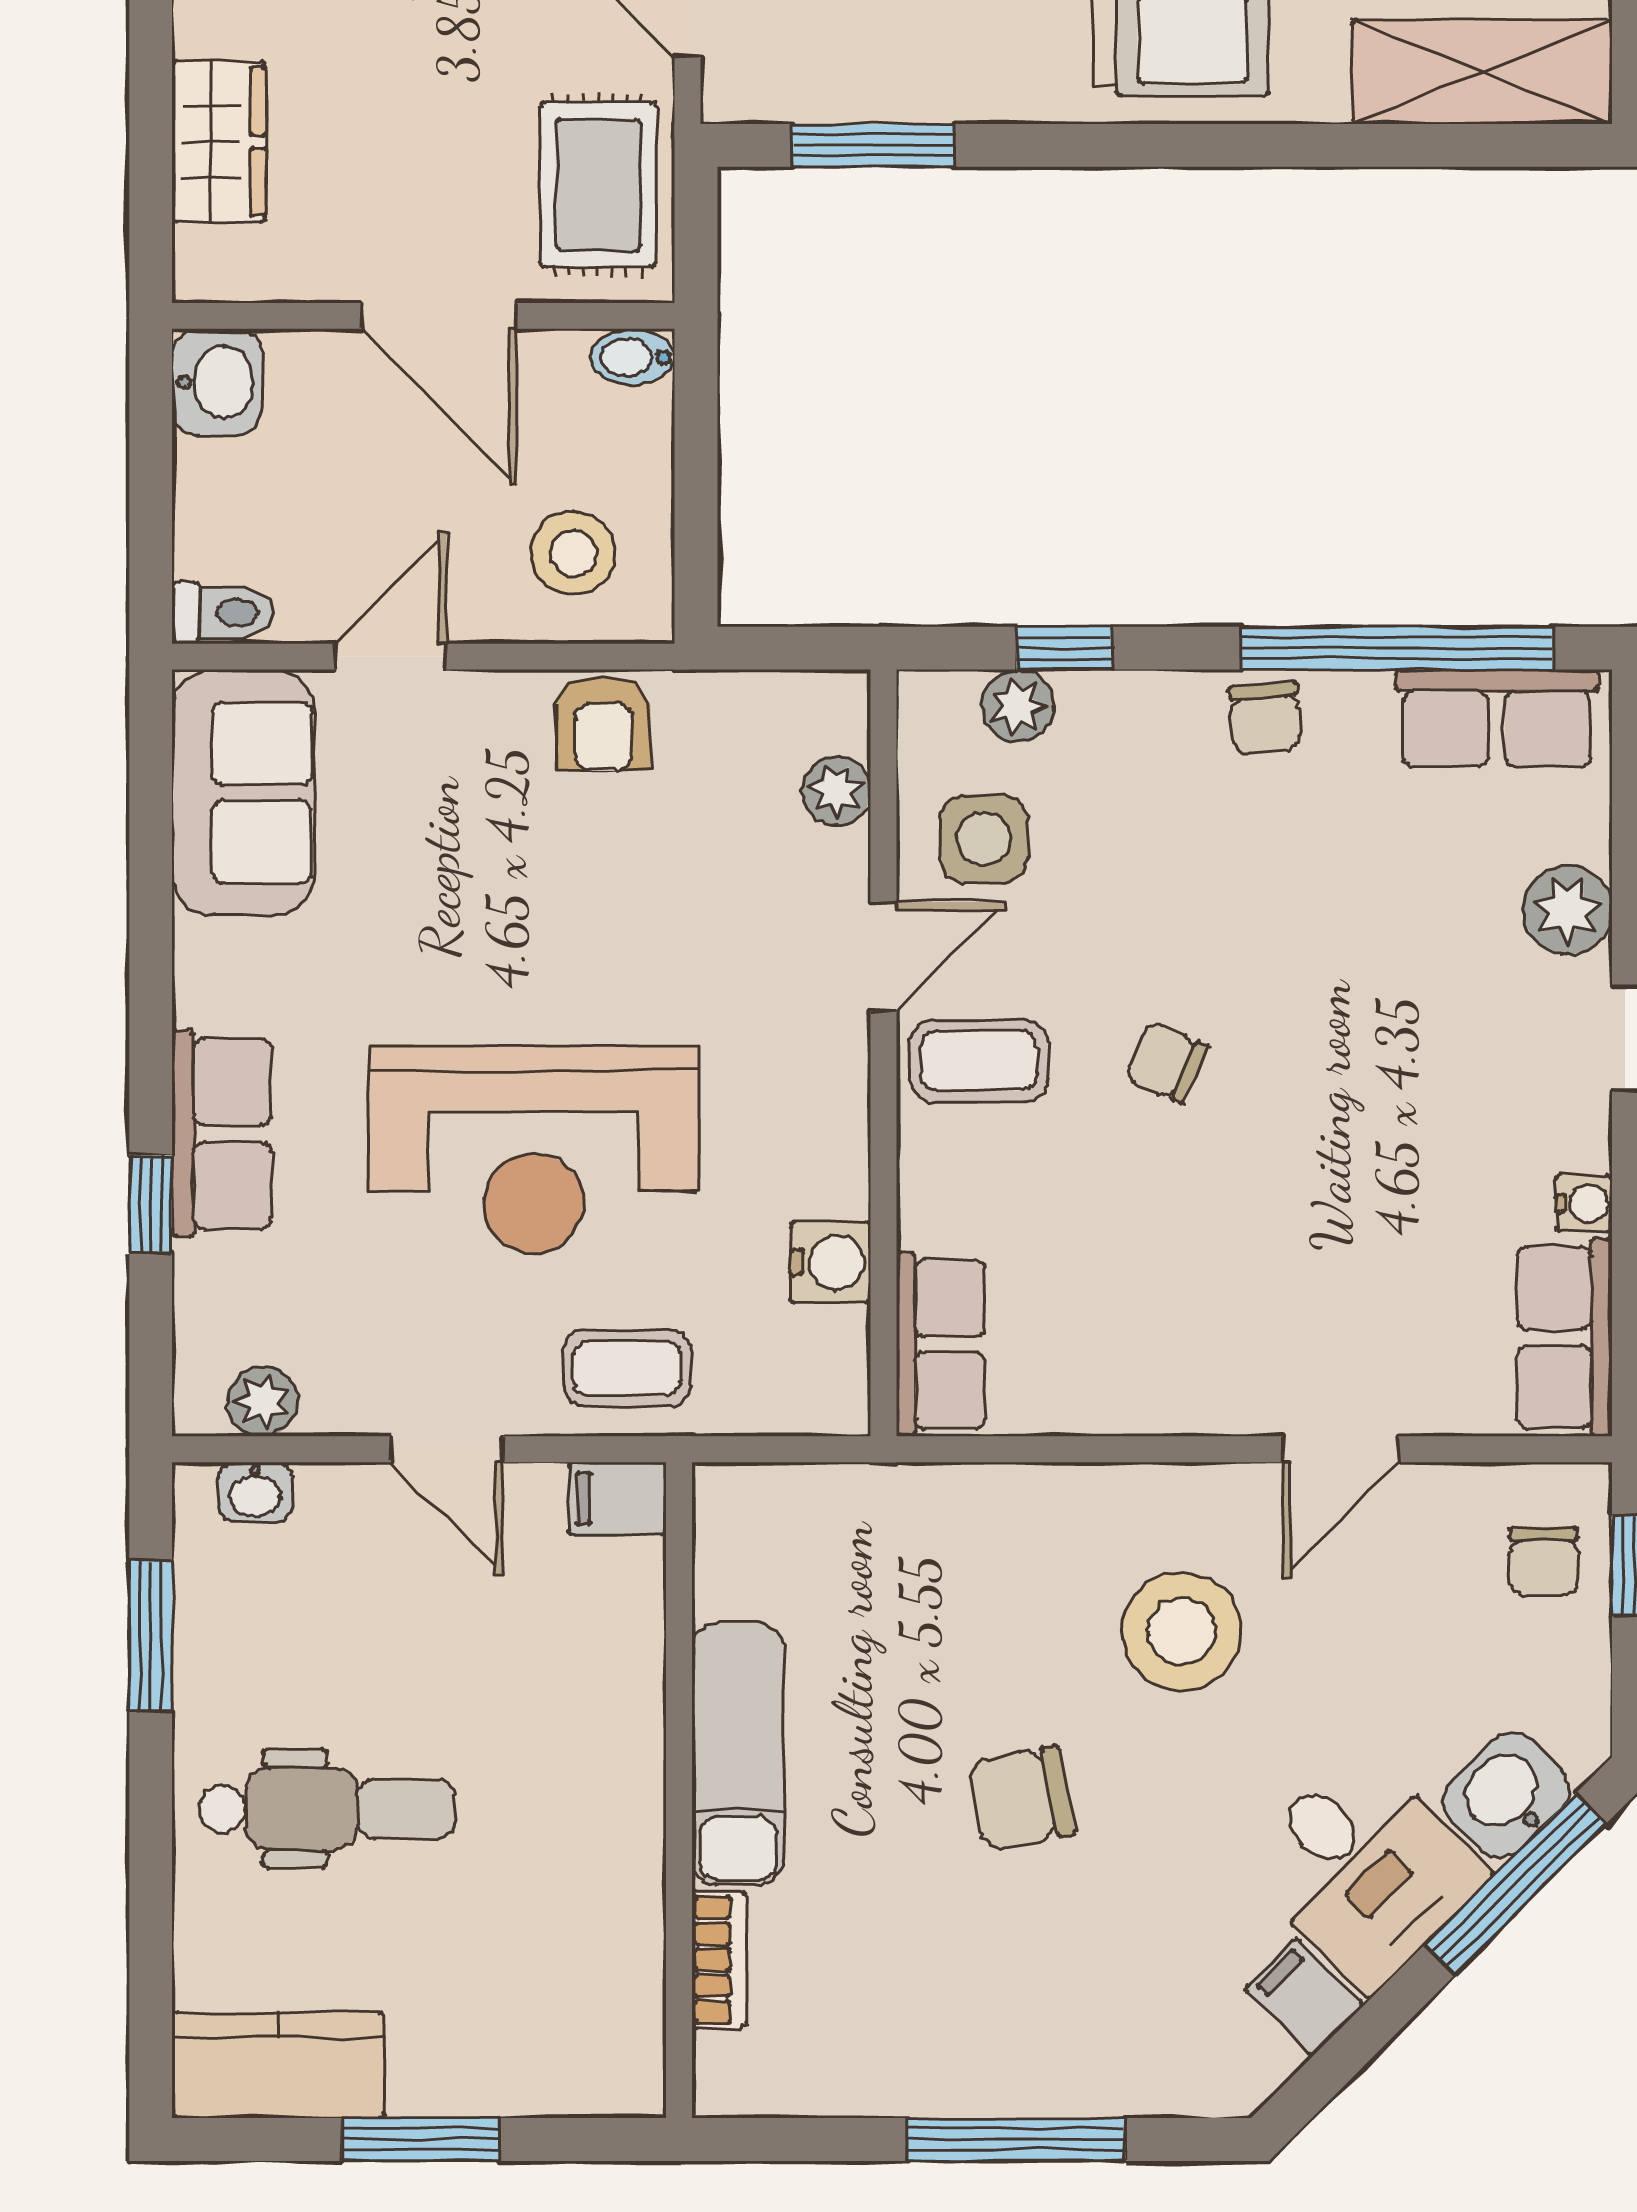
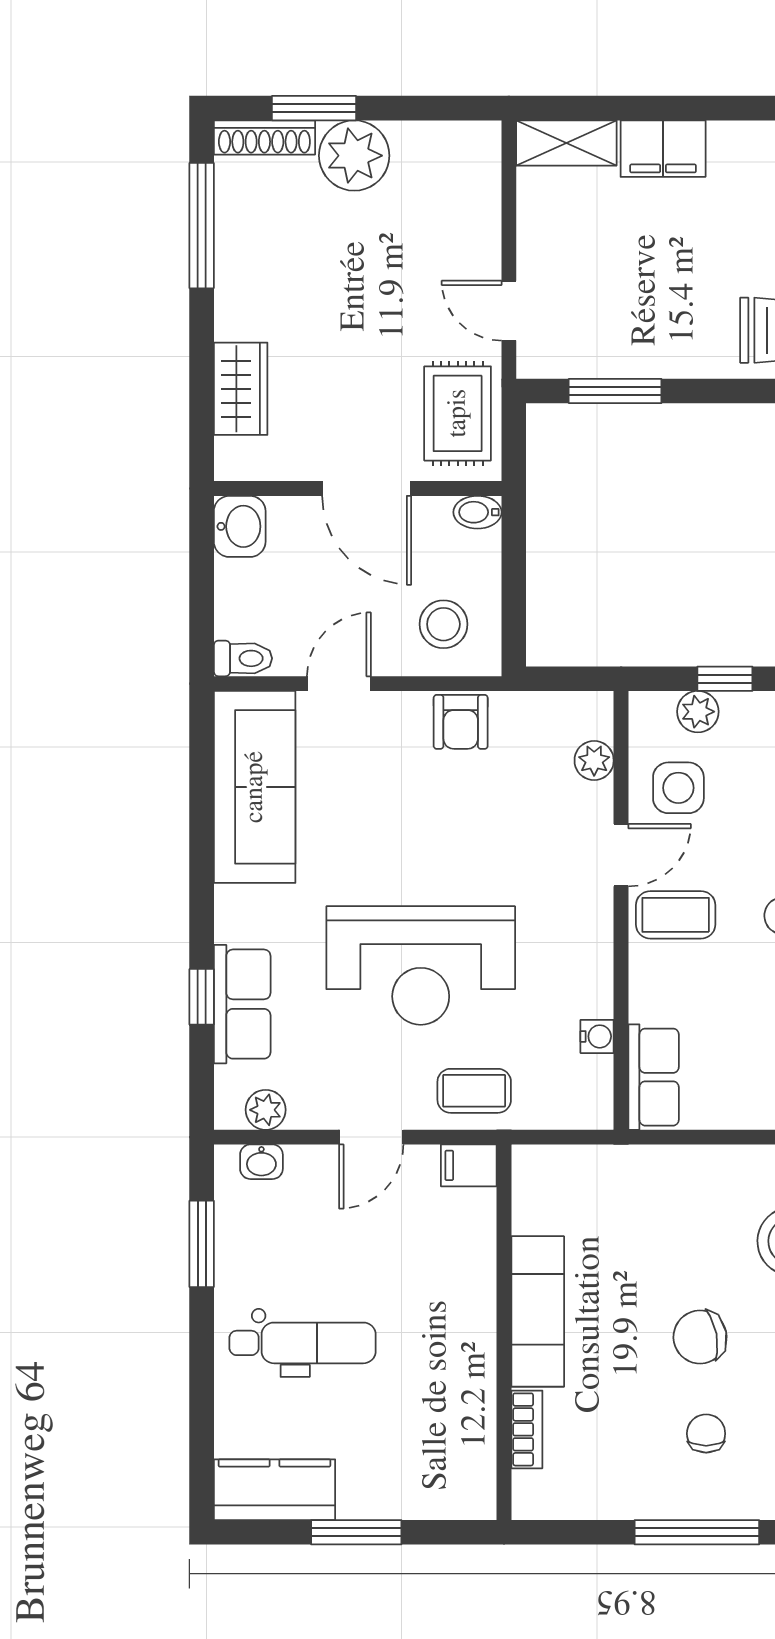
sofa: (243, 793) -> (255, 787), width x1.36
row of seats: (221, 1134) -> (242, 1004), moved
water cooler: (830, 1262) -> (597, 1036), width x0.72, depth x0.72
door: (447, 1449) -> (371, 1137), hinge flipped
chair: (1032, 1967) -> (706, 1434), added

